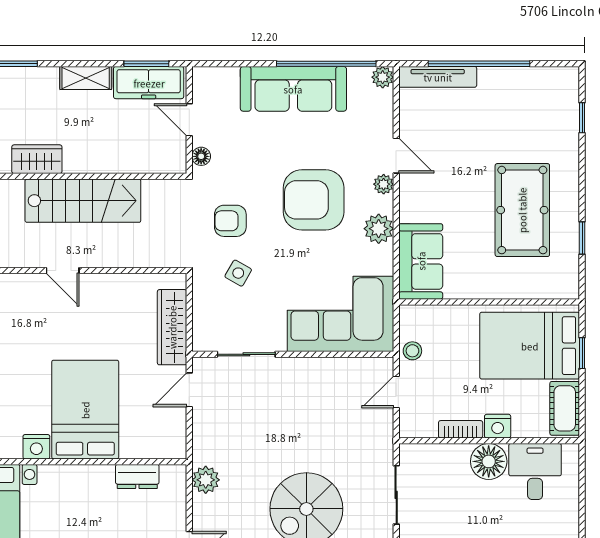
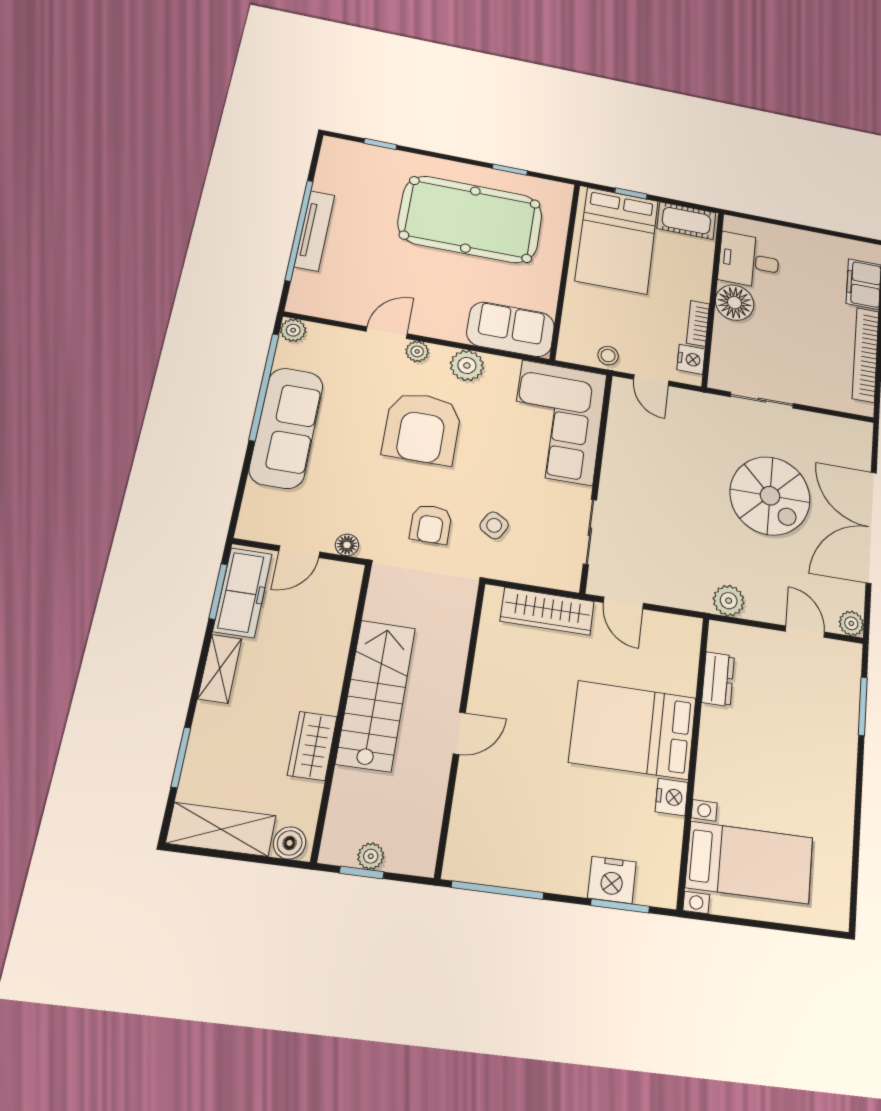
tv unit: (438, 77) -> (315, 231), moved
pool table: (522, 210) -> (470, 219), width x1.36, depth x1.32
nightstand: (498, 426) -> (691, 359), moved

